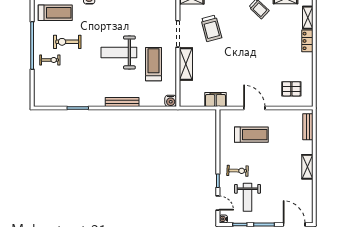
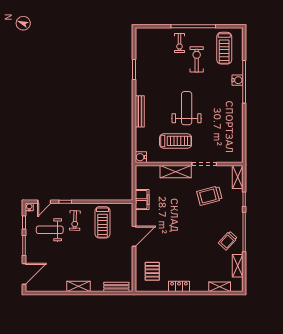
locker: (307, 41) -> (179, 286), moved
treadmill: (251, 135) -> (103, 222), moved

